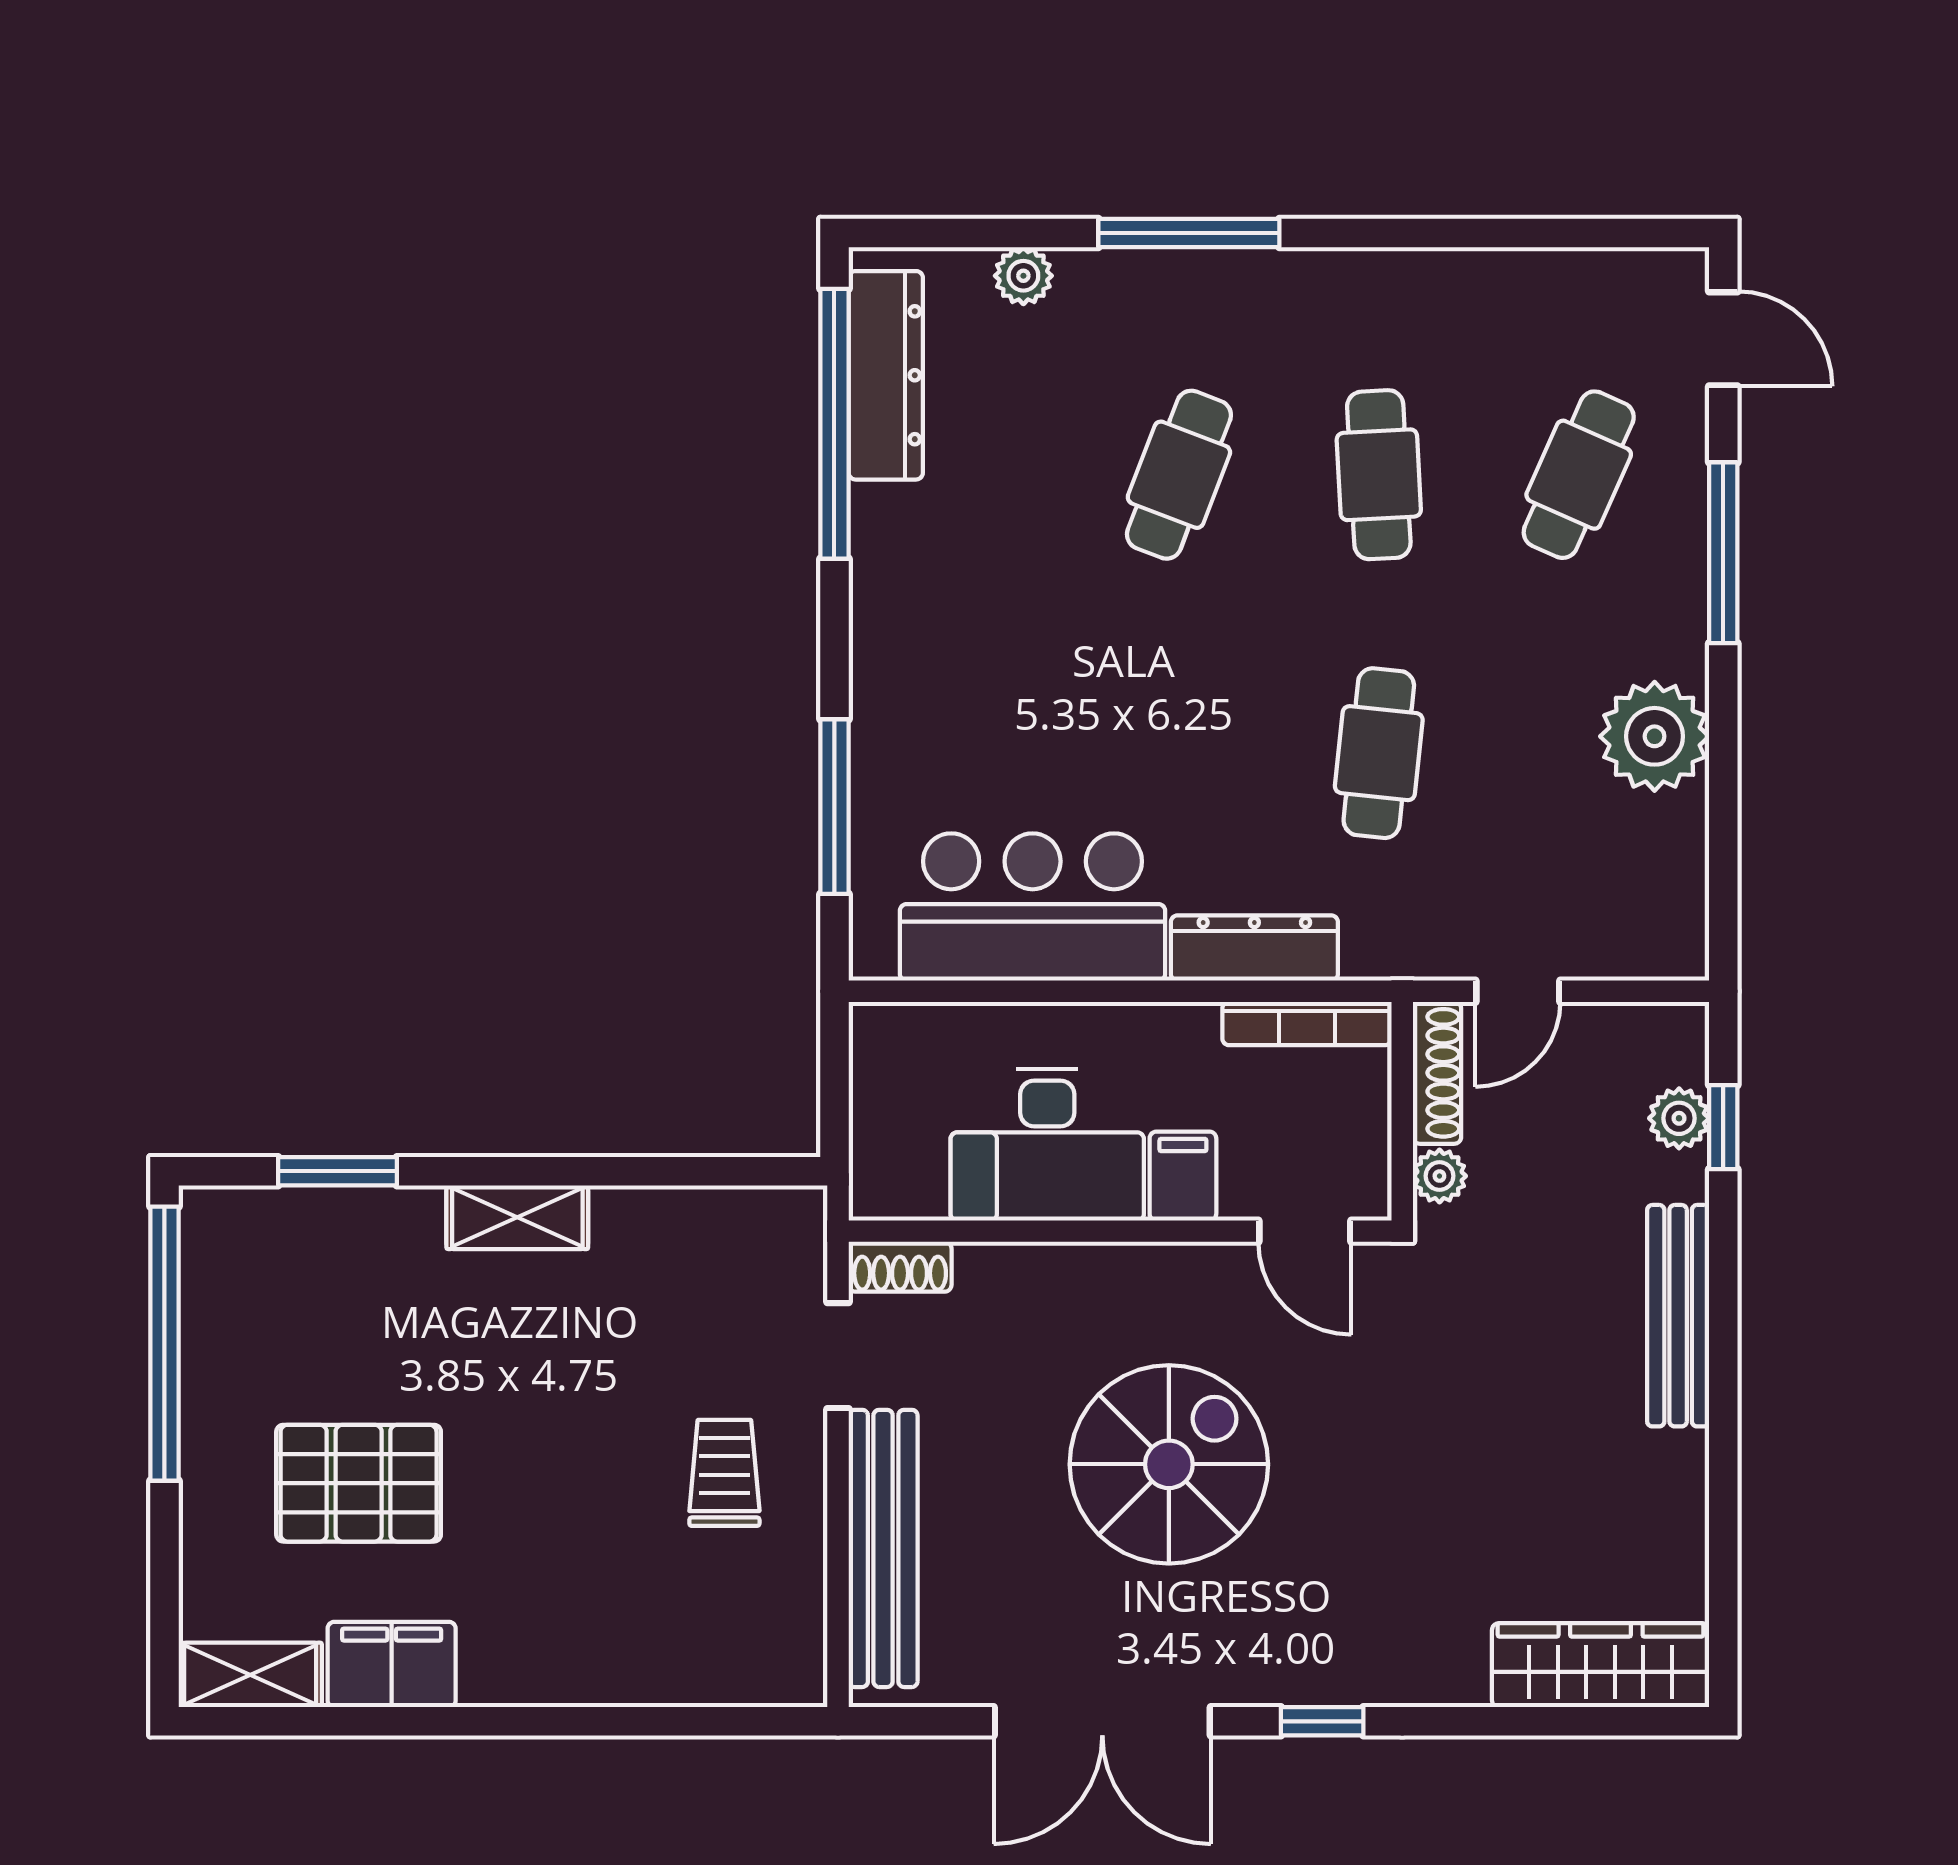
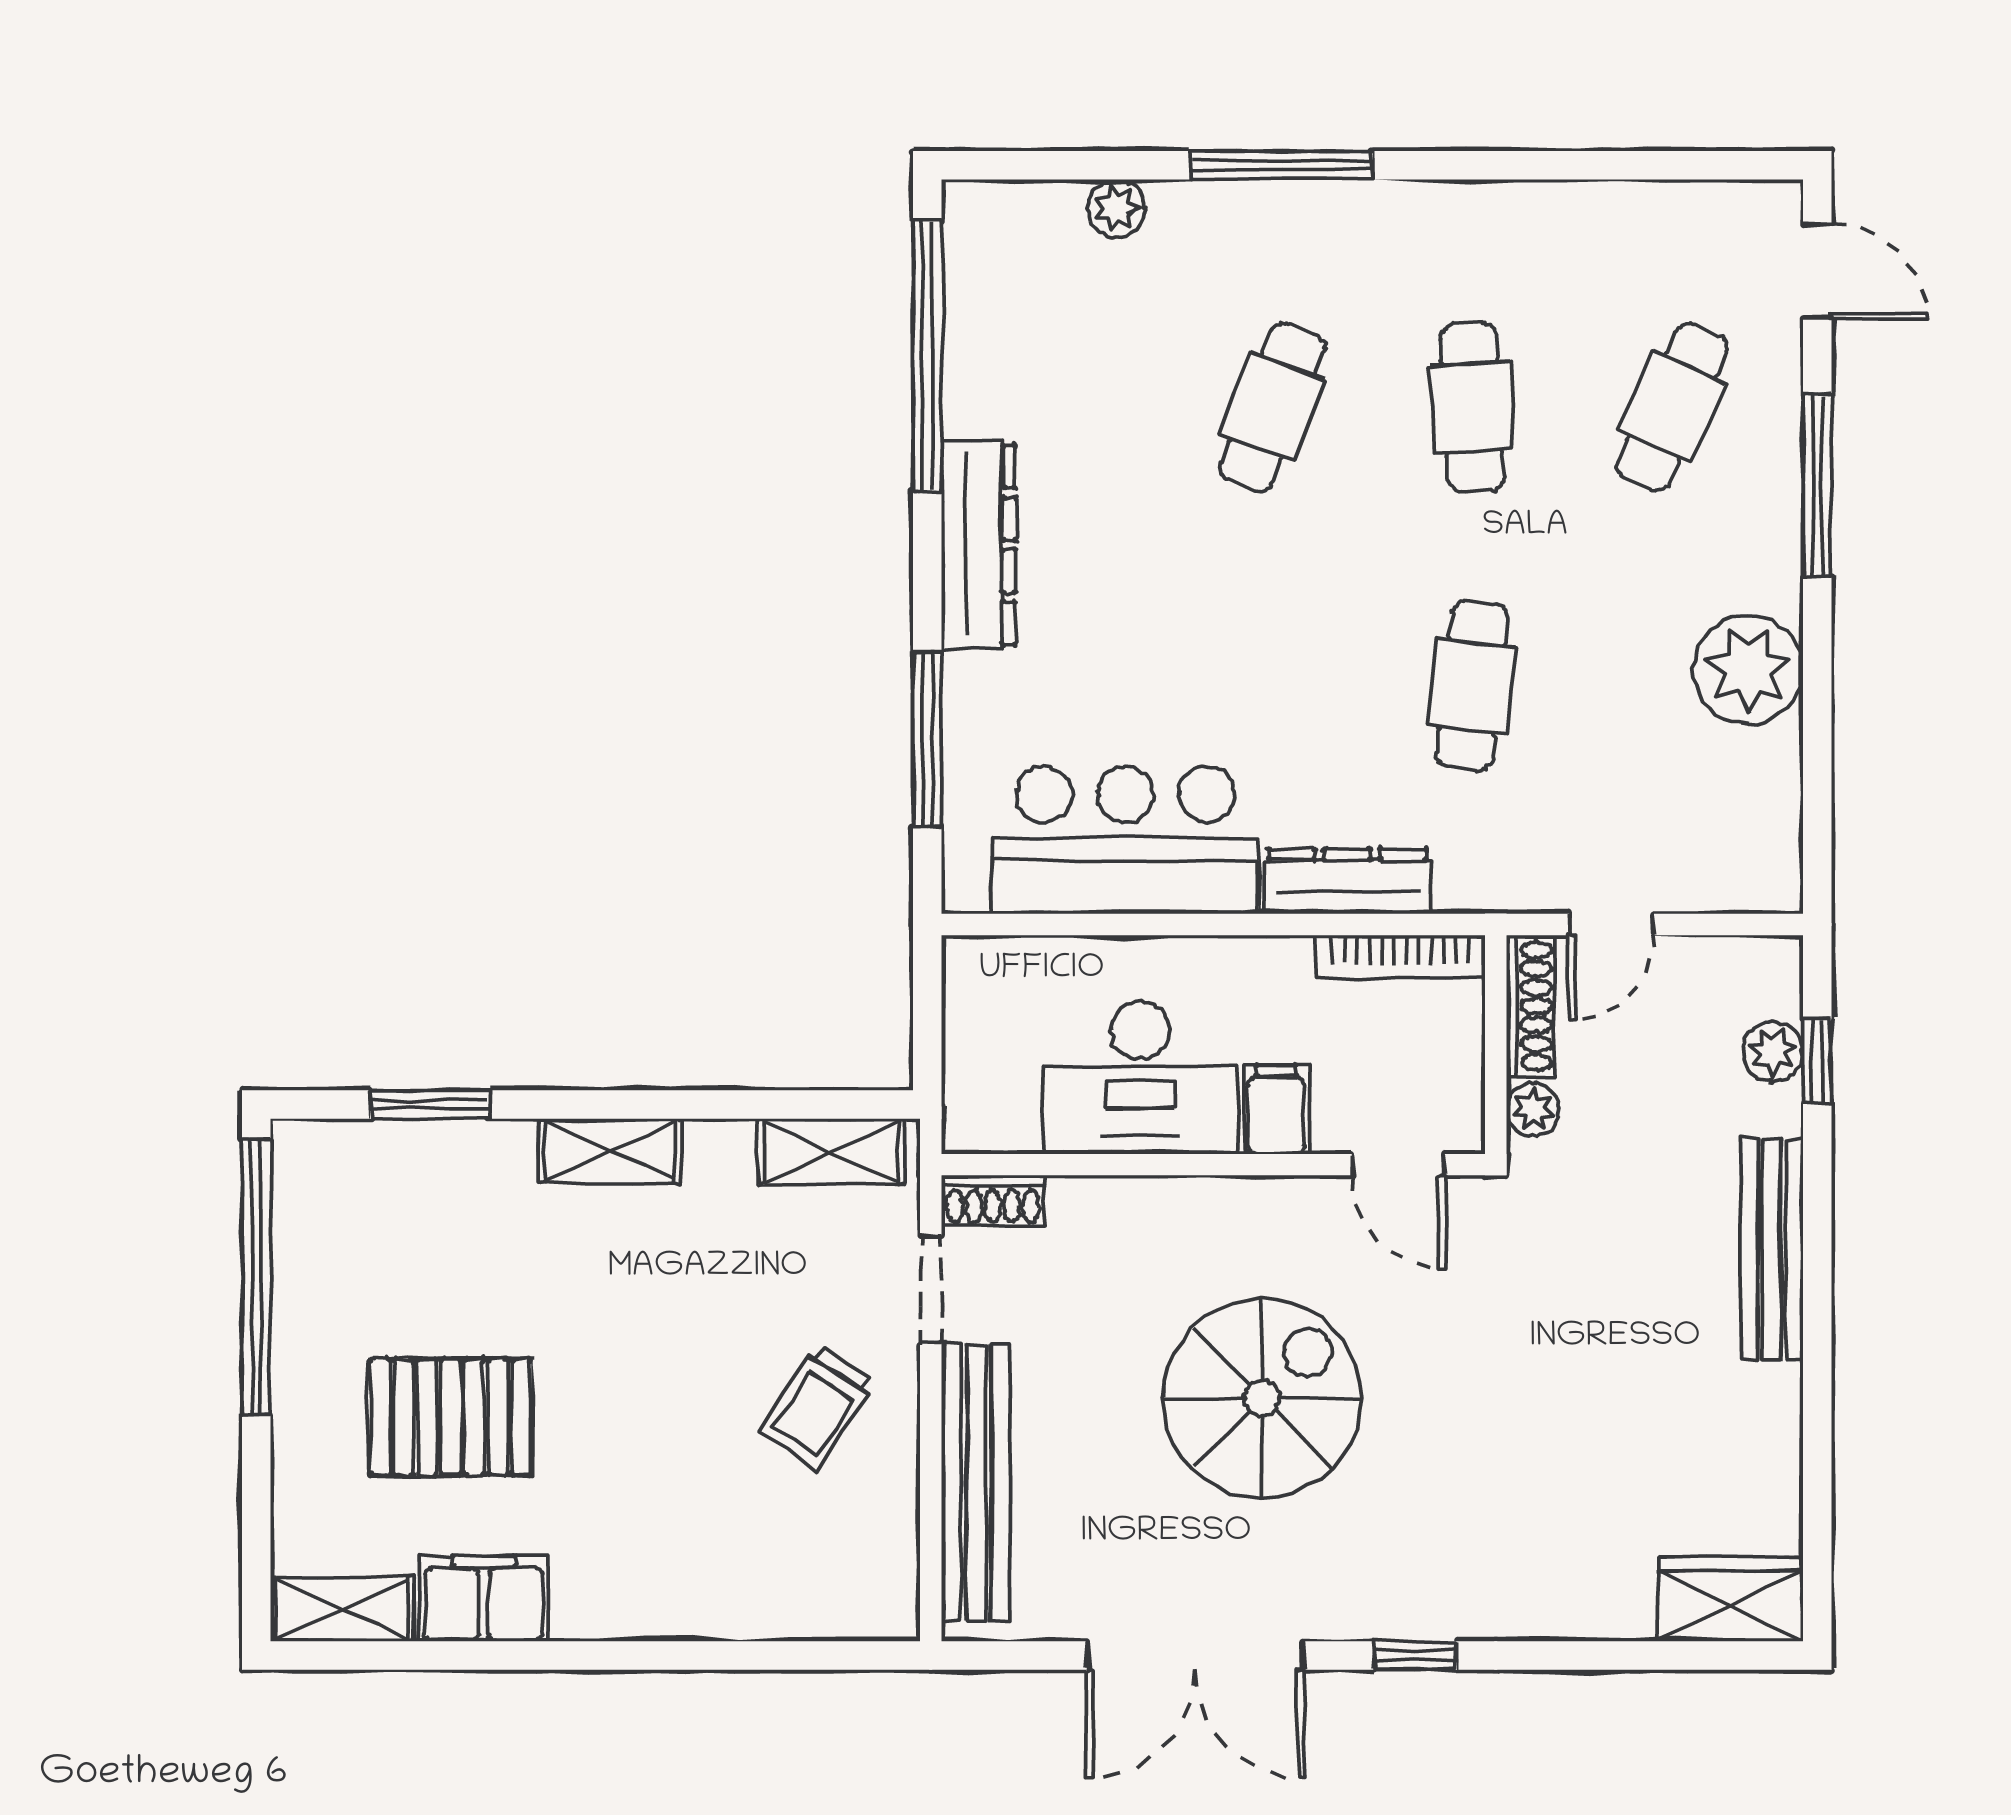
dresser: (886, 375) -> (979, 545), moved
shelving: (739, 1218) -> (831, 1152), added
trolley: (724, 1473) -> (817, 1407), turned -147
wardrobe: (1601, 1665) -> (1731, 1599), width x0.67

